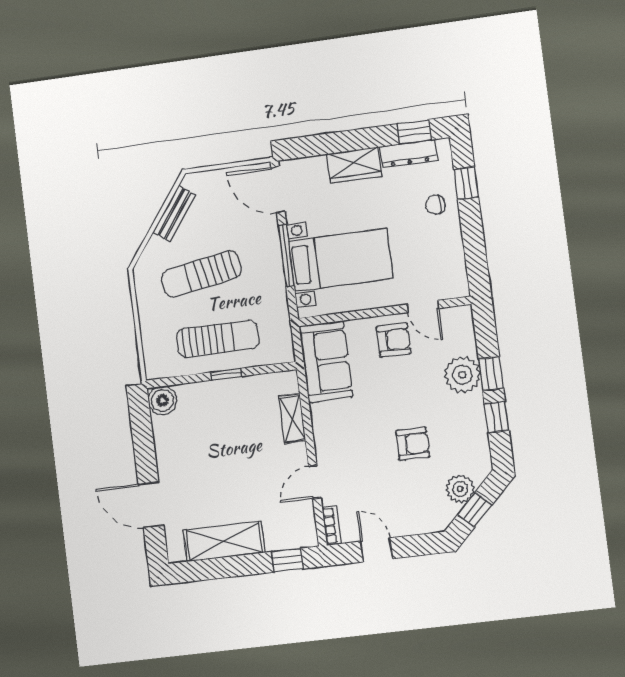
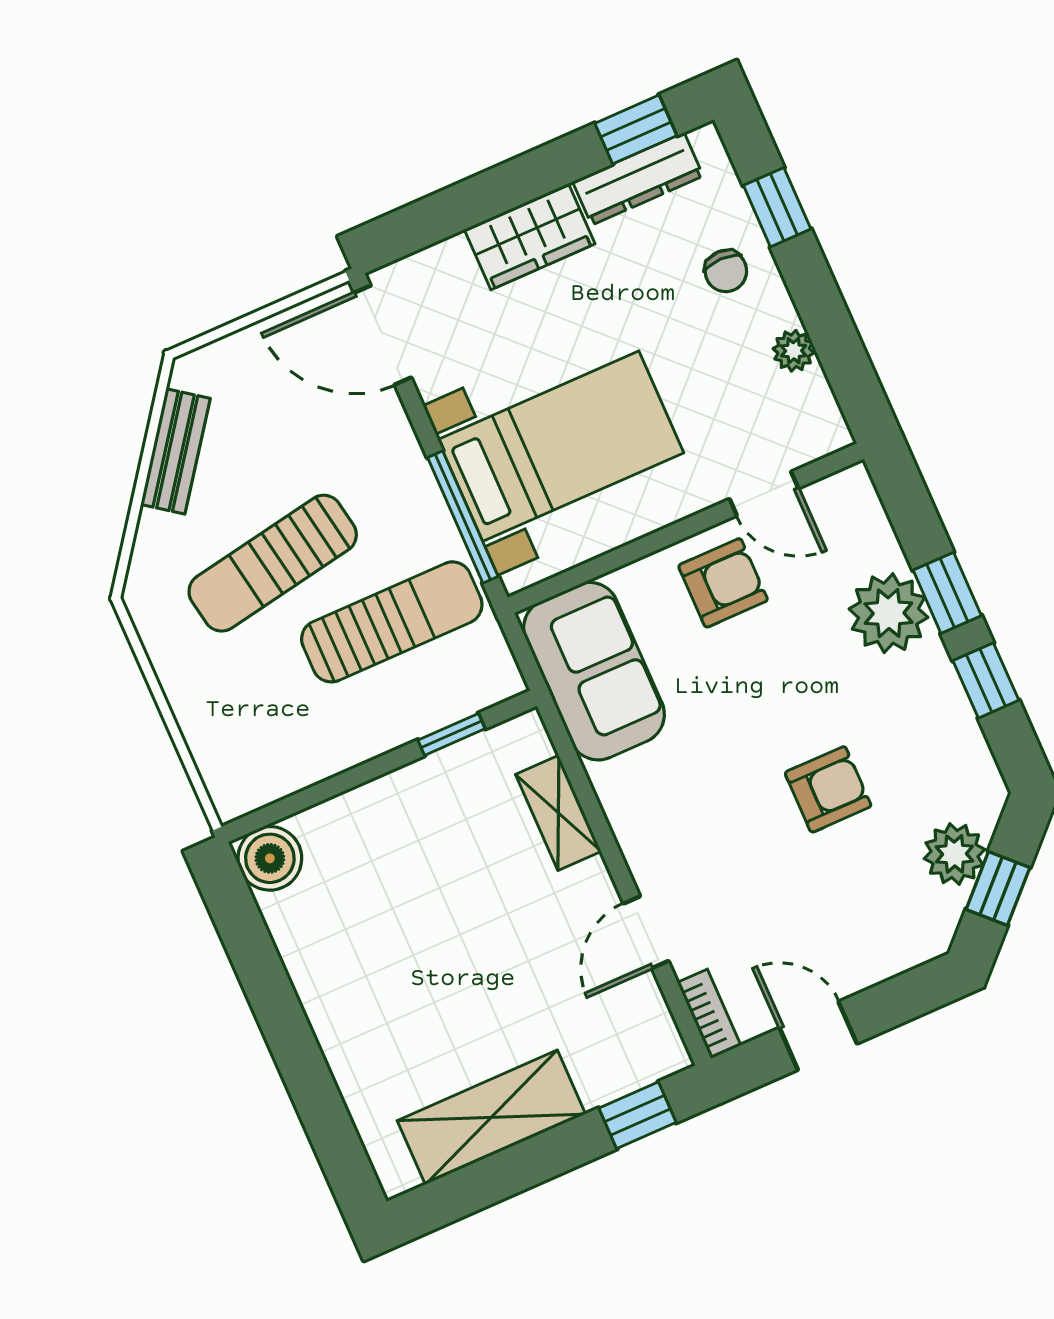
chair: (435, 205) -> (726, 271), turned -90
plant: (455, 248) -> (794, 351), added
window: (286, 256) -> (463, 517), moved
sun lounger: (218, 339) -> (392, 622), moved
window: (226, 374) -> (452, 734), moved
door: (151, 505) -> (312, 1088), removed

